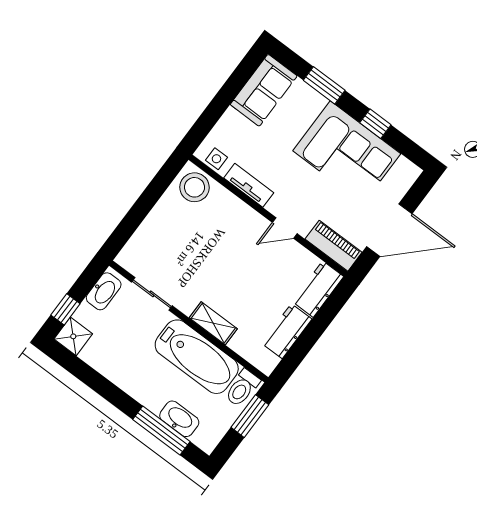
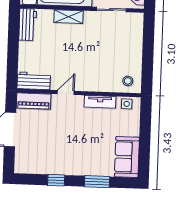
corner sofa: (347, 152) -> (61, 155), removed
stool: (194, 187) -> (128, 81), width x0.53, depth x0.53
workbench: (318, 289) -> (34, 81), moved, turned -90
workbench: (287, 331) -> (28, 25), moved

